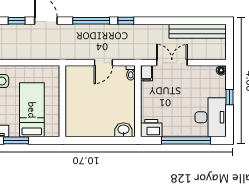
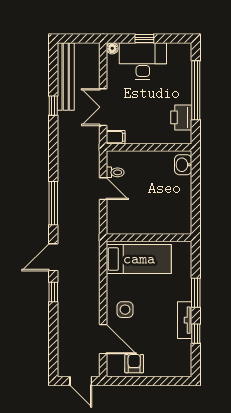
window: (126, 21) -> (53, 106), moved
toilet: (131, 73) -> (115, 172), moved
bed: (32, 110) -> (139, 259), moved, turned 180
desk: (211, 117) -> (143, 61), moved
printer: (151, 128) -> (181, 117), moved

